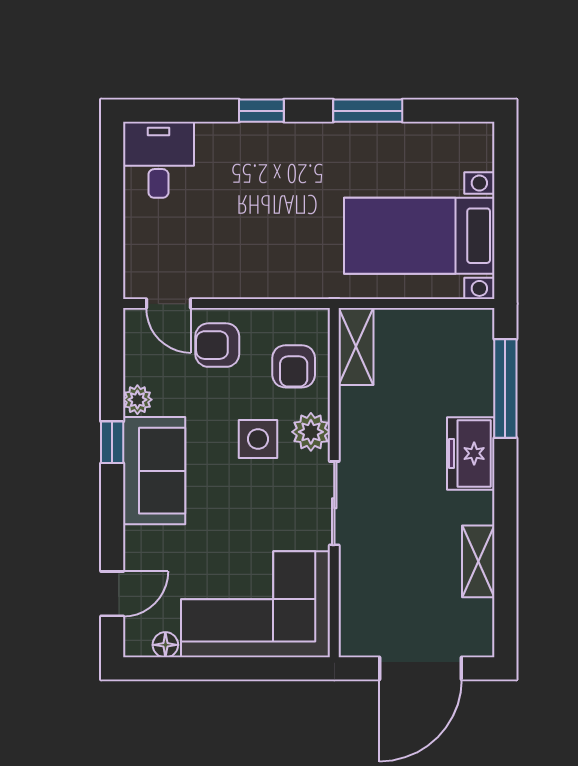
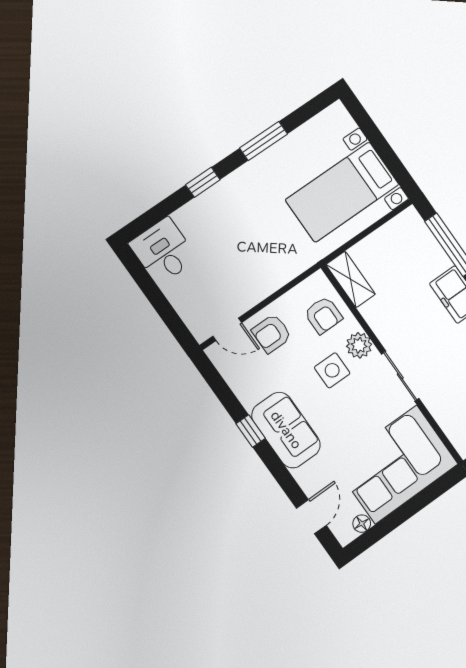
plant: (137, 400) -> (248, 396), removed

